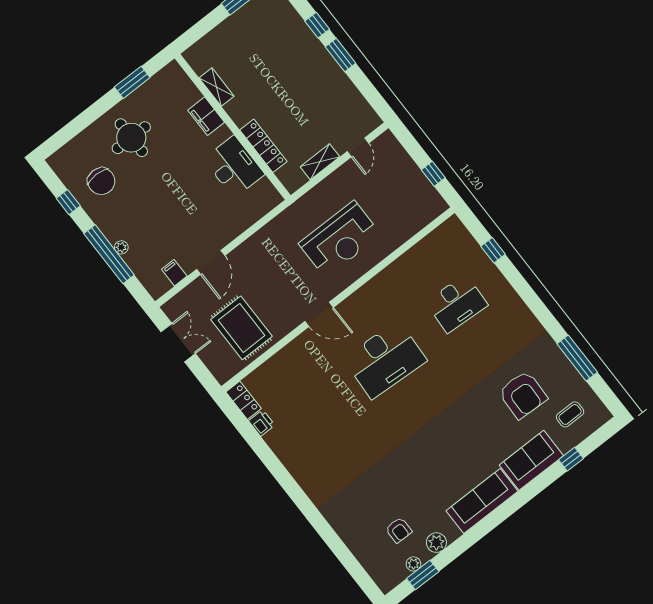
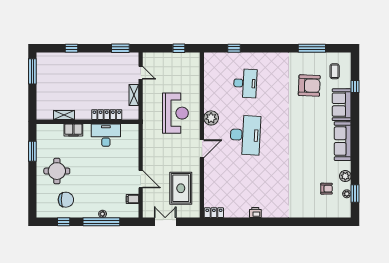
window: (341, 55) -> (120, 48), moved
plant: (372, 294) -> (211, 118), added
rug: (241, 328) -> (181, 188), turned 90
printer: (262, 423) -> (255, 213), moved

